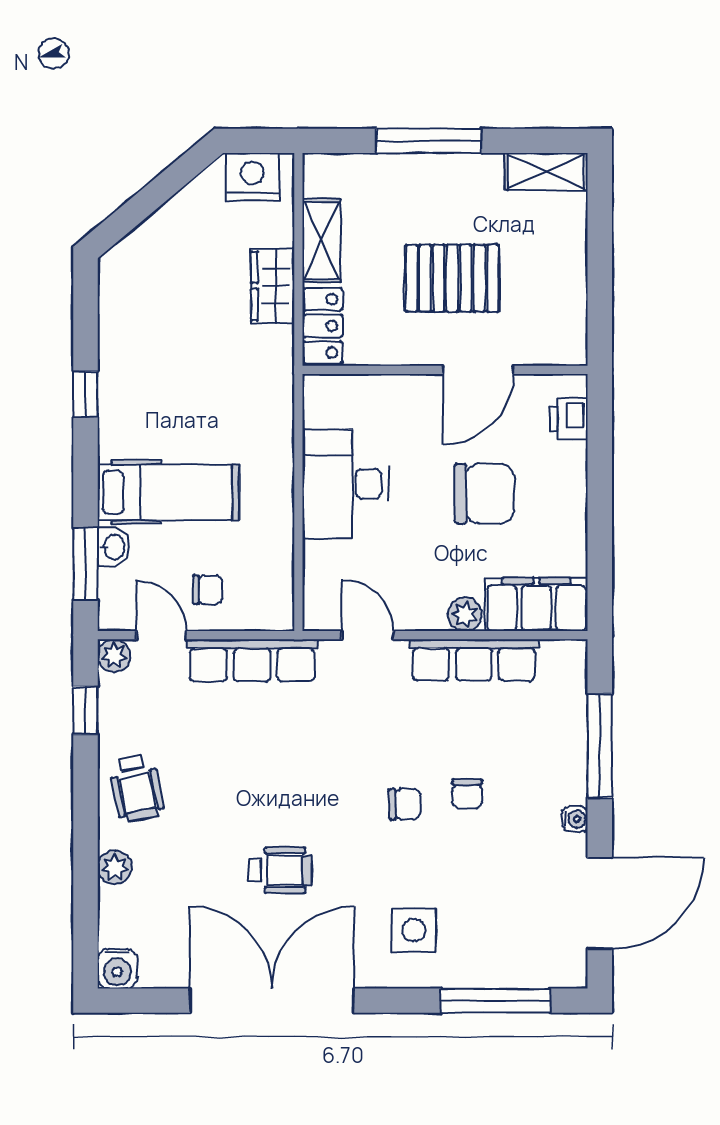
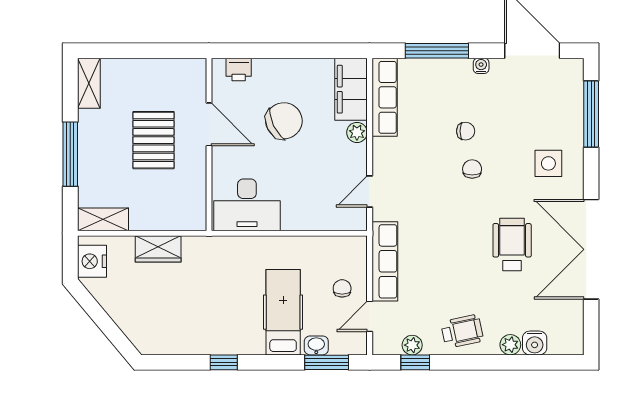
shelving: (321, 241) -> (103, 219), moved
locker: (323, 326) -> (182, 219), removed
desk: (345, 484) -> (247, 205), moved
chair: (484, 494) -> (284, 121), turned 64
plant: (114, 655) -> (412, 345), moved
row of seats: (474, 660) -> (385, 97), moved
wheelchair: (280, 870) -> (512, 245), width x1.36, depth x1.37
water cooler: (117, 969) -> (535, 343), moved, turned 90

